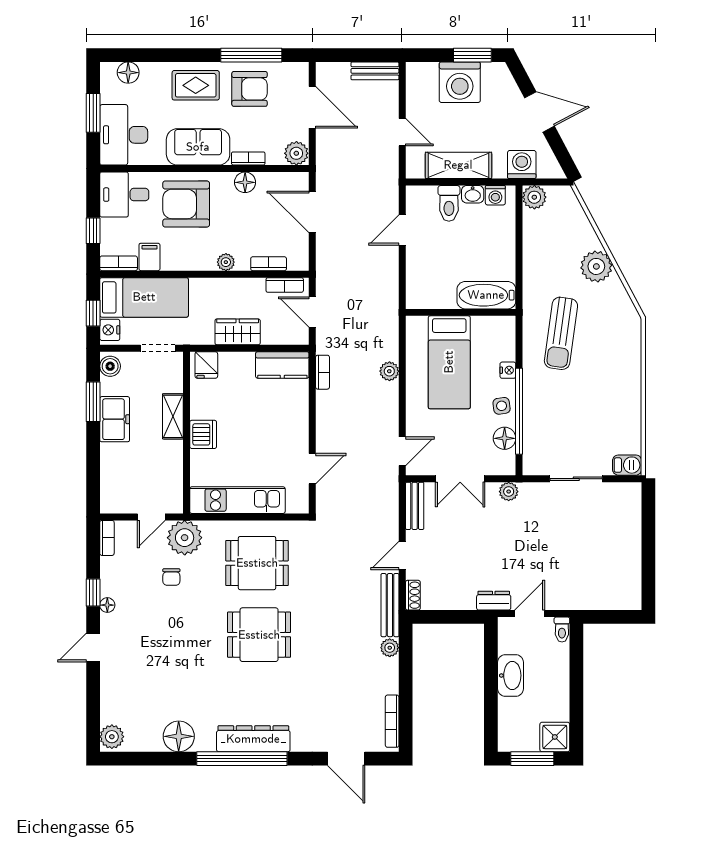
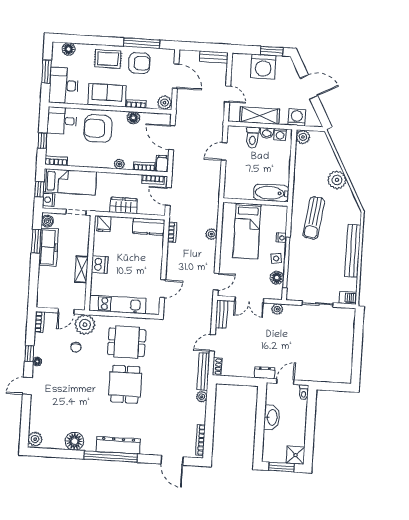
filing cabinet: (149, 257) -> (162, 164), moved
bench: (631, 385) -> (353, 251), added
shelving: (173, 416) -> (81, 269), moved
freezer: (115, 419) -> (48, 247), width x1.40
dining table: (259, 635) -> (125, 384), turned 90

